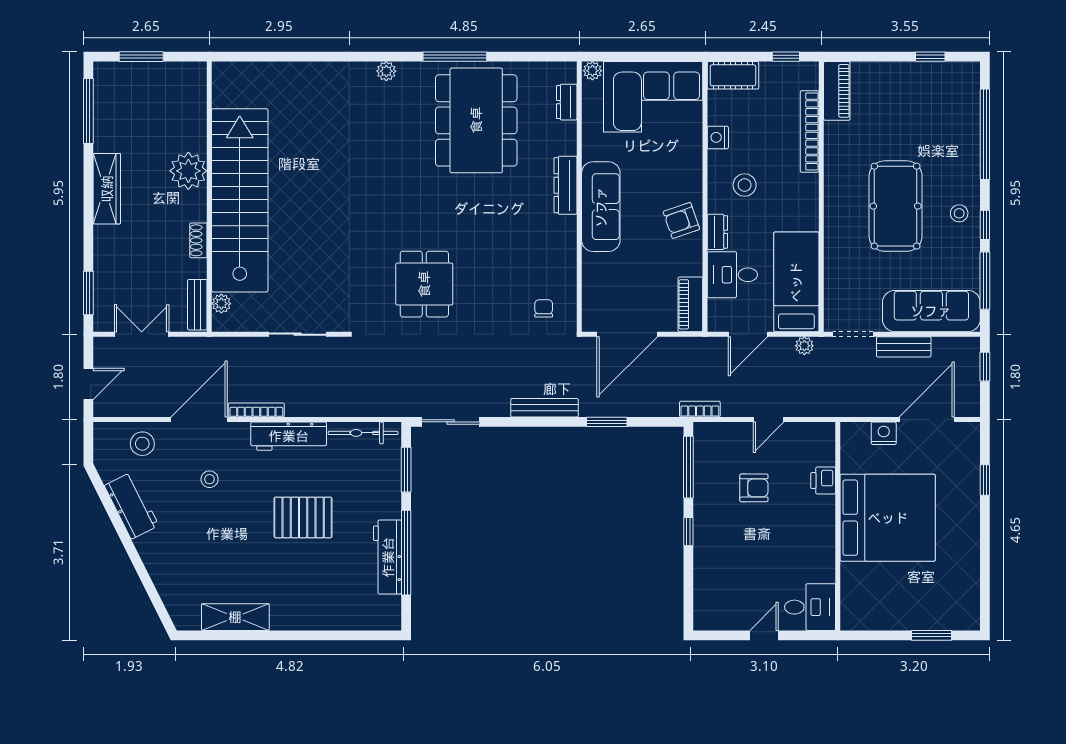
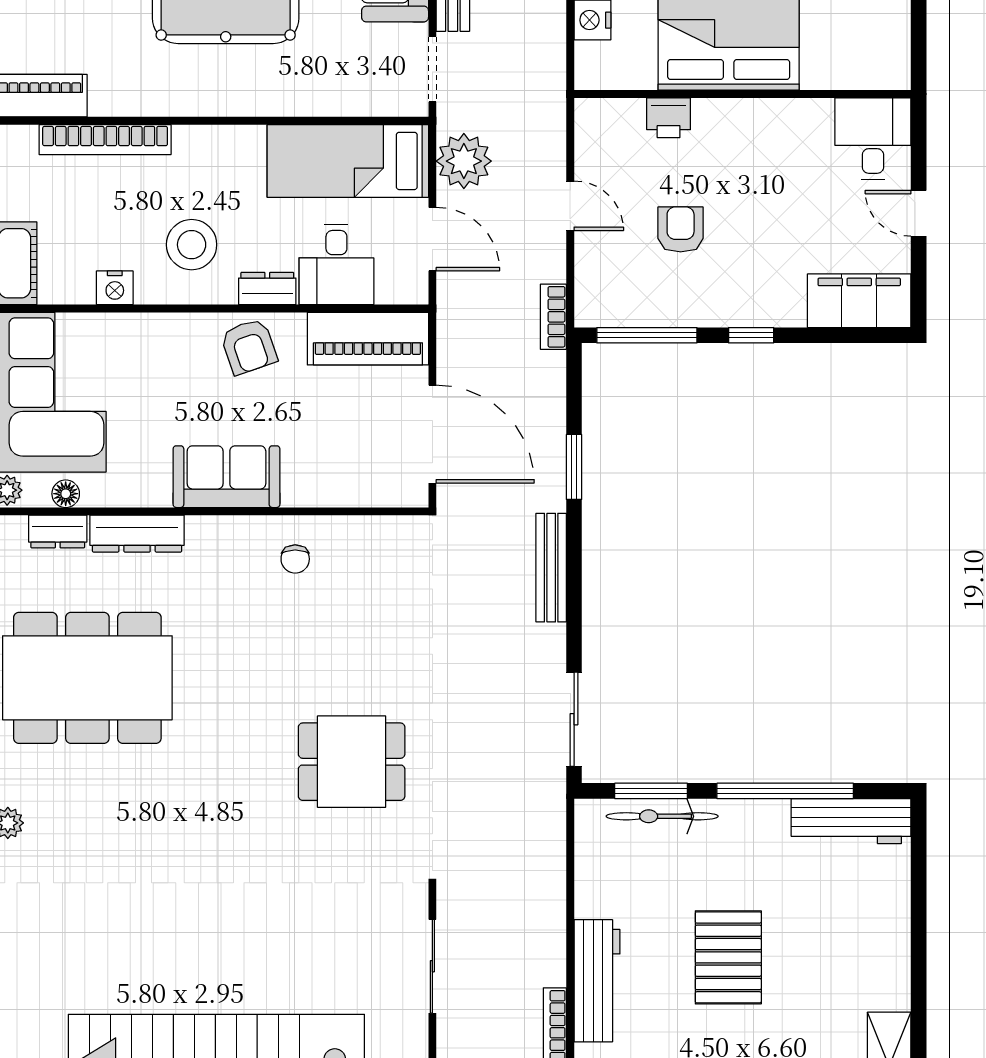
floor lamp: (590, 107) -> (66, 494), added
dresser: (566, 185) -> (137, 534), moved
stool: (745, 185) -> (192, 245), width x1.38, depth x1.38
sofa: (601, 207) -> (226, 477), width x0.73
piano: (690, 304) -> (368, 339), width x1.37, depth x1.33
chair: (544, 308) -> (295, 559), moved, turned -90
plant: (804, 346) -> (464, 161), width x1.87, depth x1.87
bicycle: (363, 433) -> (662, 816), moved, turned 90
workbench: (388, 557) -> (851, 821), moved
filing cabinet: (710, 599) -> (859, 301), added

